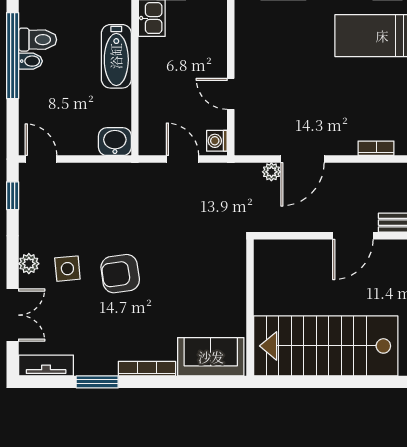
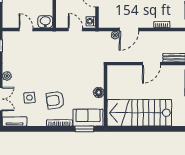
door: (41, 159) -> (26, 29), moved
side table: (67, 269) -> (29, 98), moved
armchair: (120, 274) -> (55, 100), moved
floor lamp: (235, 300) -> (99, 92), added
window: (97, 382) -> (84, 129), moved

